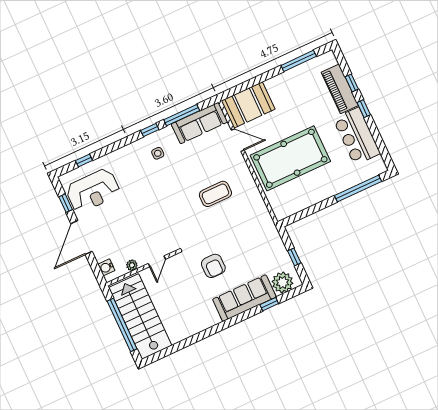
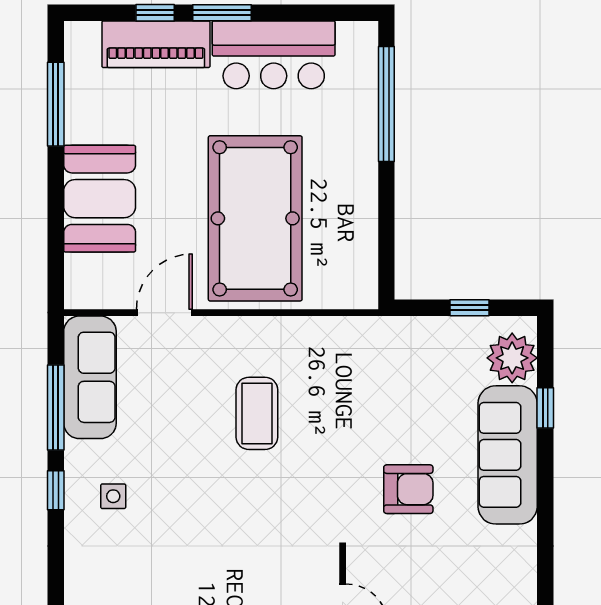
booth: (248, 105) -> (100, 199), moved
window: (364, 109) -> (222, 13), width x1.50

